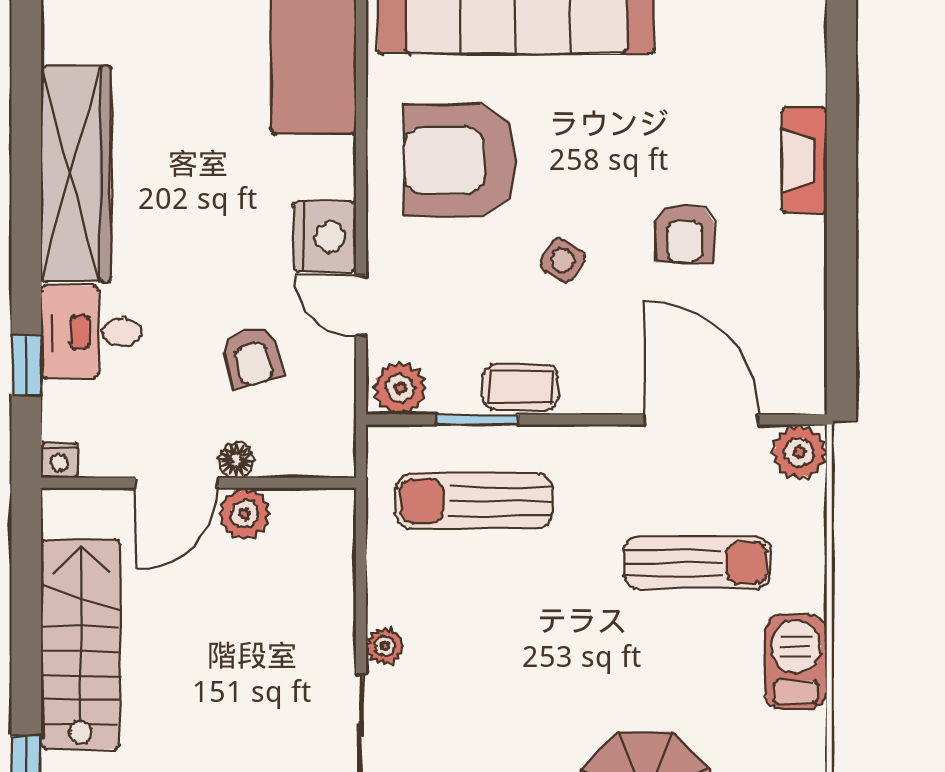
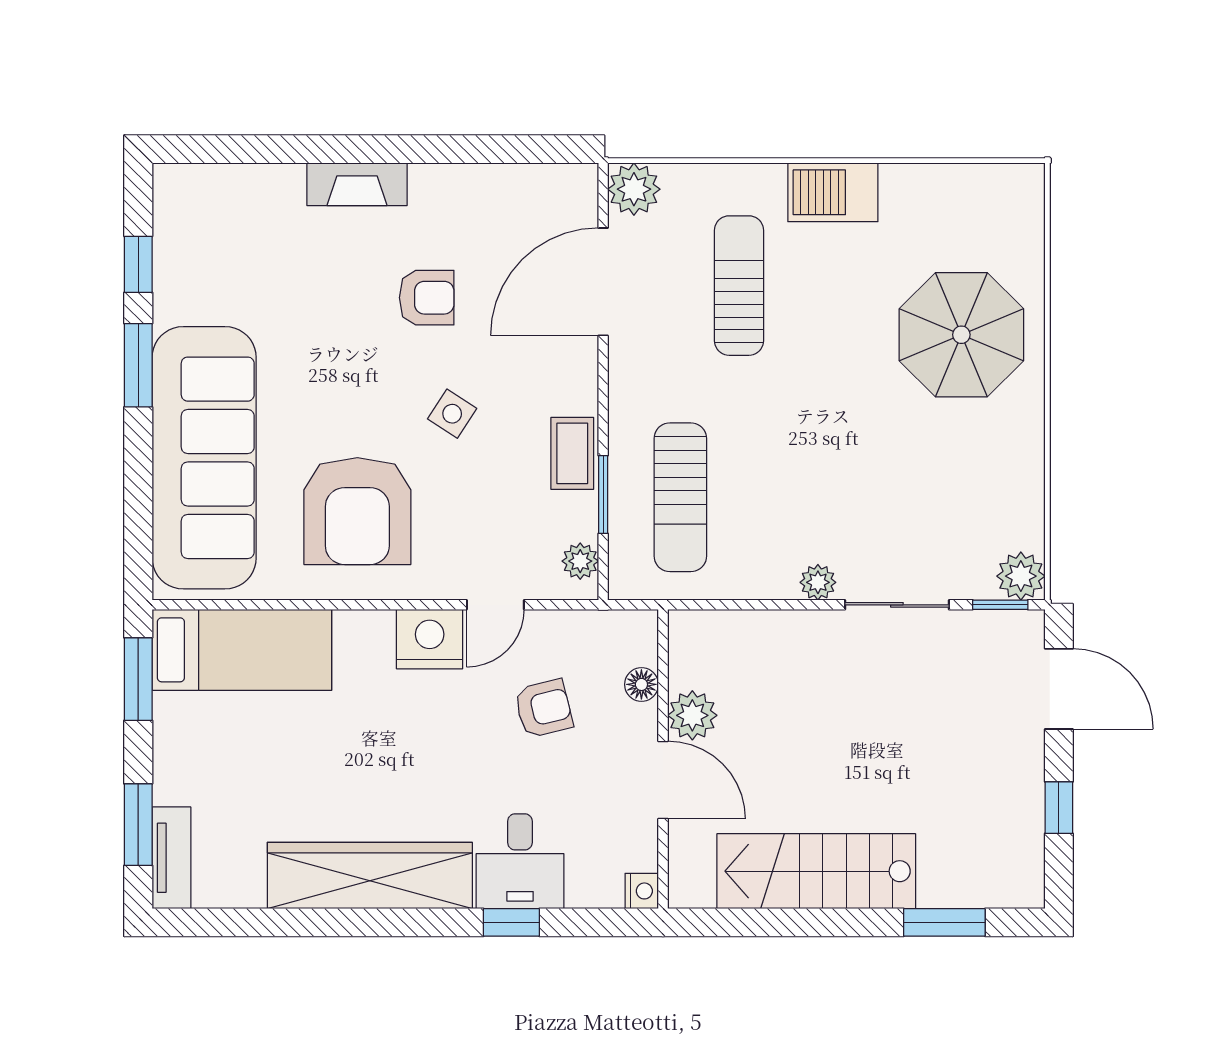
window: (26, 366) -> (511, 922), moved
plant: (400, 388) -> (580, 561), width x0.73, depth x0.73
floor lamp: (236, 460) -> (641, 684), moved

